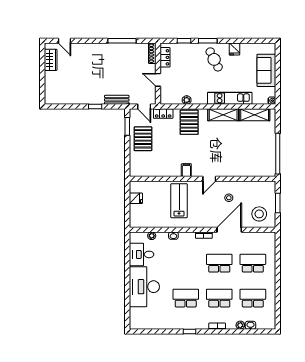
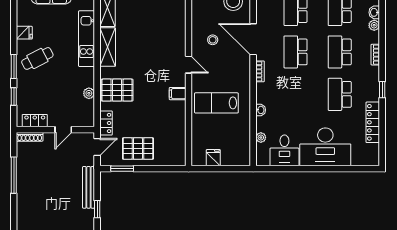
bench: (117, 100) -> (89, 187), width x1.36
locker: (164, 324) -> (373, 122), added

